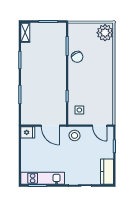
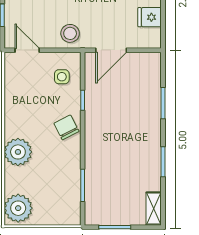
chair: (77, 57) -> (66, 127), moved
plant: (105, 66) -> (18, 152), added
door: (50, 126) -> (111, 50), swing flipped
fridge: (28, 132) -> (150, 17), moved

